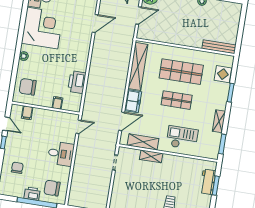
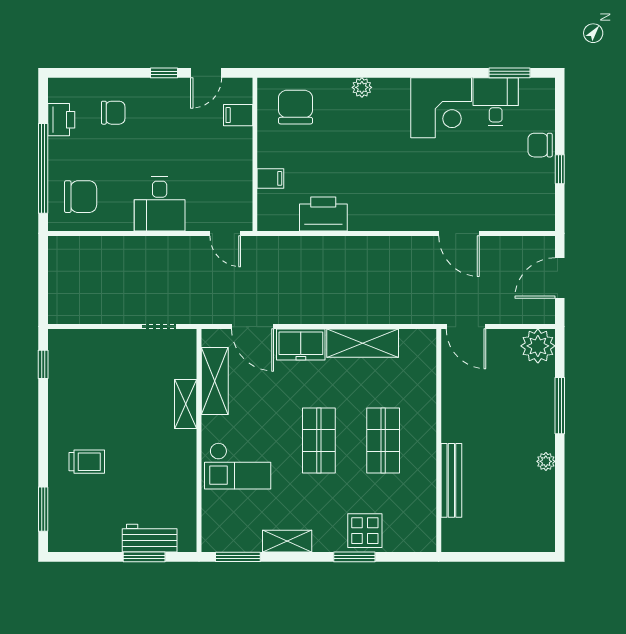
door: (139, 16) -> (466, 327), moved
corner desk: (42, 28) -> (441, 108), width x0.74, depth x0.74
bench: (219, 47) -> (451, 480), moved
shelving: (138, 66) -> (363, 343), width x0.68
shop shelf: (181, 72) -> (383, 441), width x0.70, depth x0.74
display table: (223, 74) -> (365, 531), moved
checkout: (182, 138) -> (238, 466), turned 90
chair: (52, 188) -> (81, 197), turned 89
printer: (32, 194) -> (61, 120), moved

